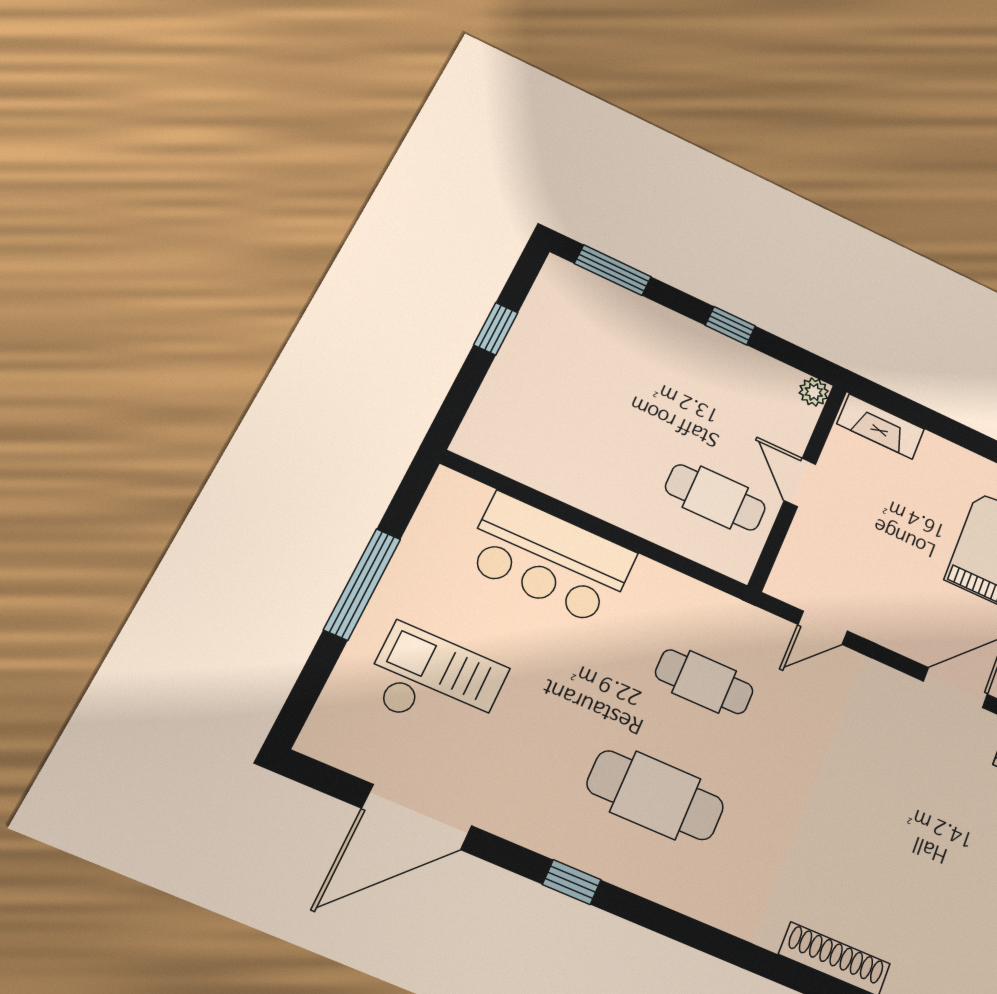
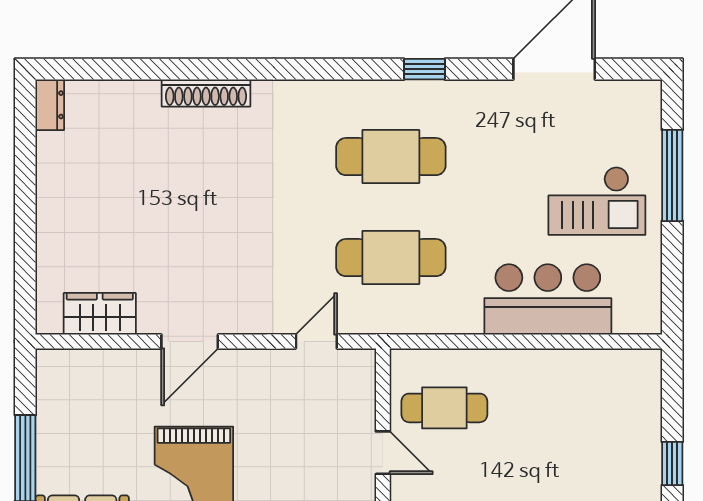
window: (362, 584) -> (672, 175), moved
checkout: (435, 682) -> (597, 201), moved
cafe table: (704, 682) -> (391, 258), width x1.37, depth x1.35

